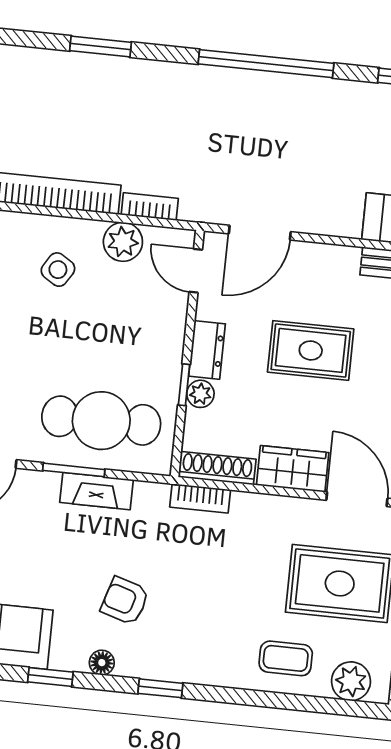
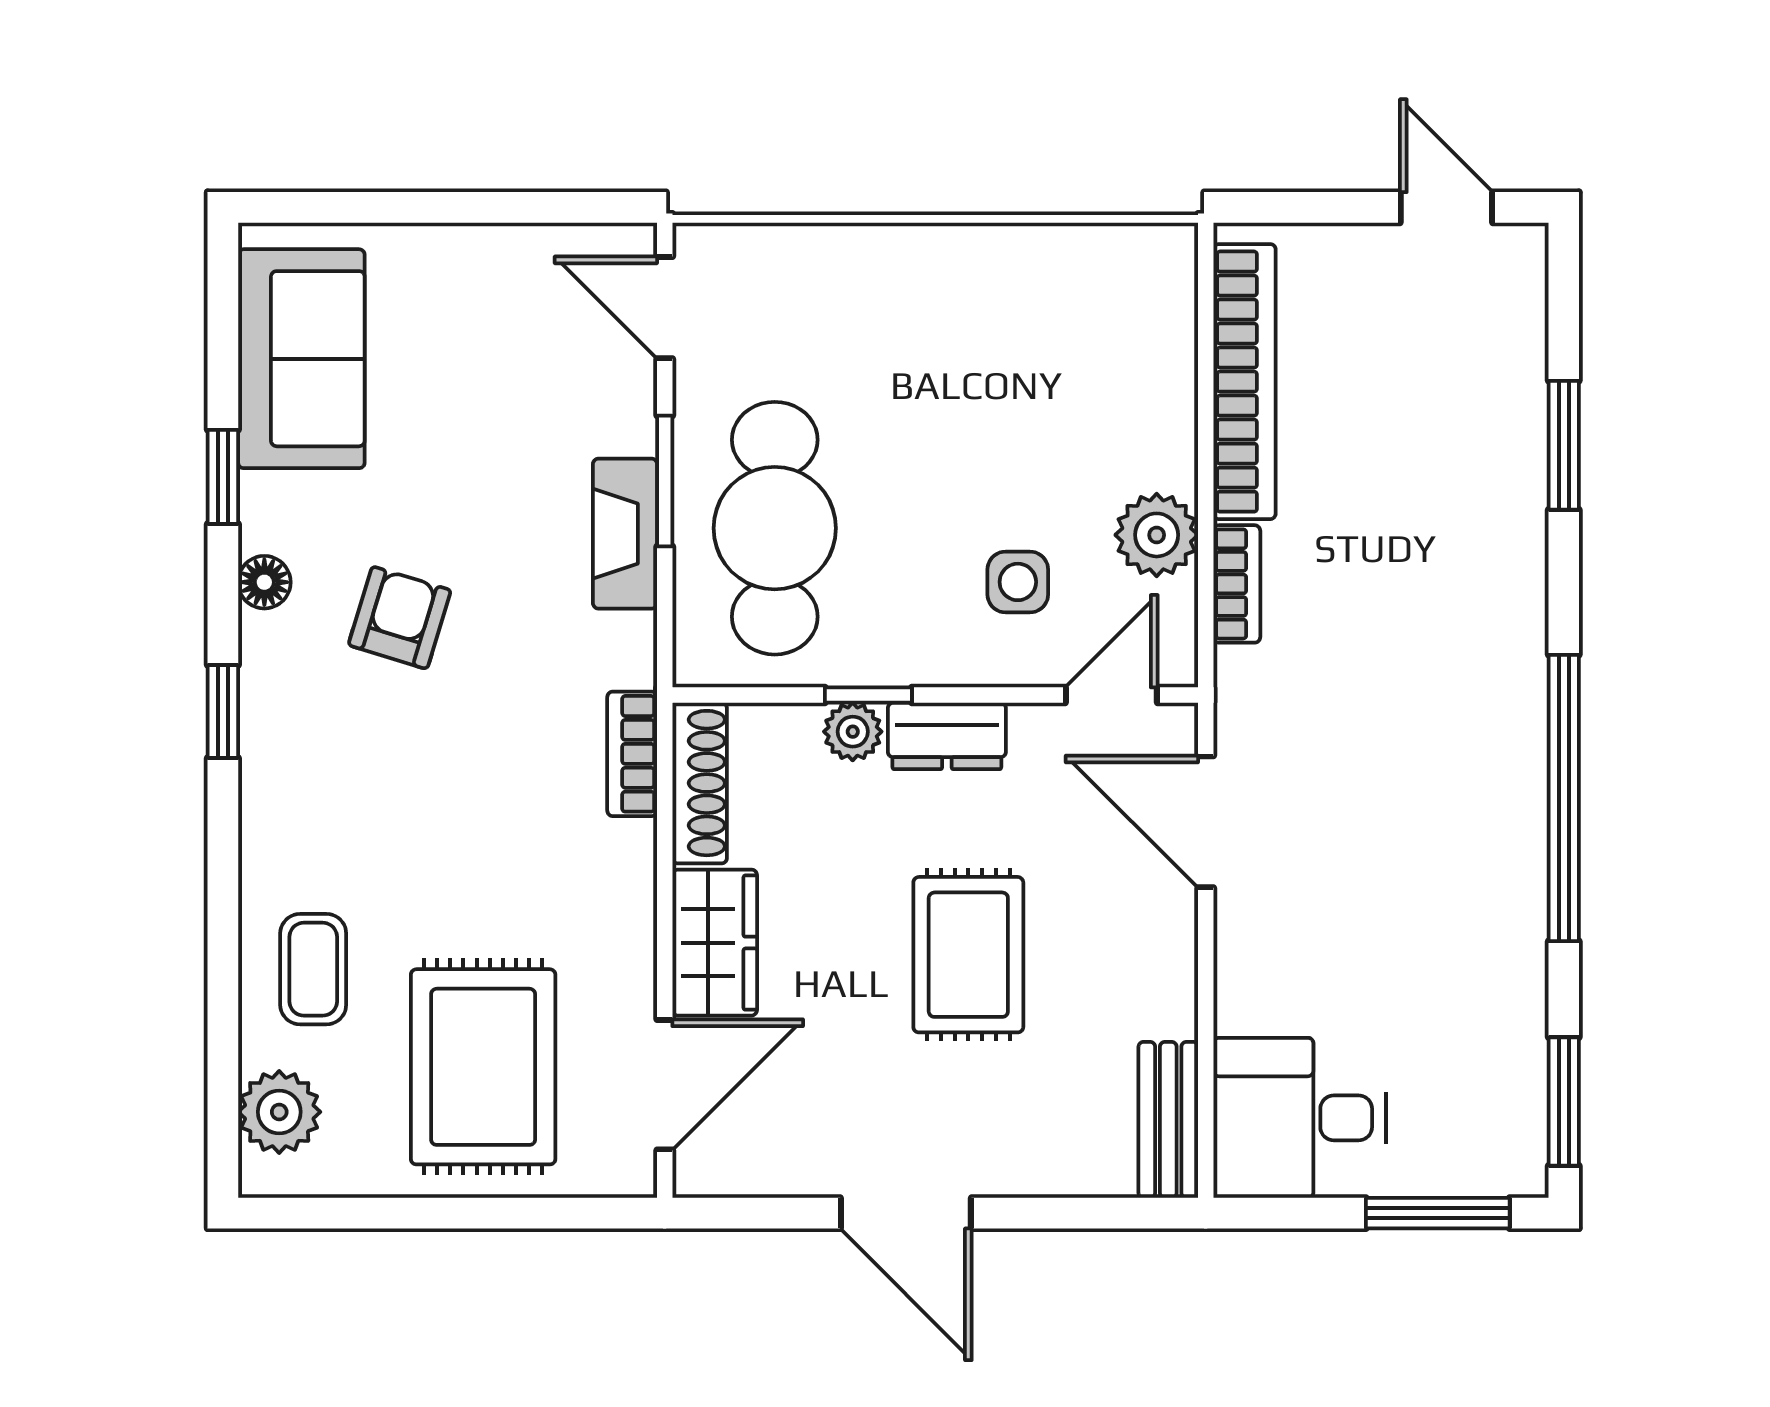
side table: (58, 270) -> (1018, 582), moved, turned -32

